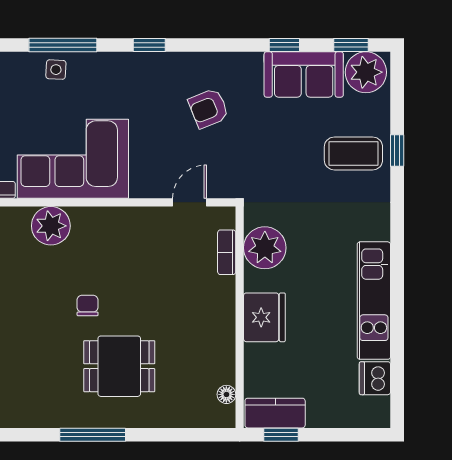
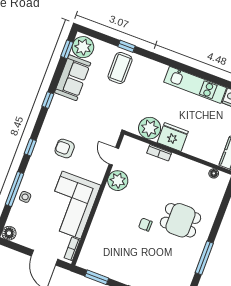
window: (284, 45) -> (48, 100), moved
armchair: (208, 108) -> (65, 149), moved, turned 112
plant: (51, 226) -> (118, 181), moved
bookcase: (227, 252) -> (159, 153), moved
fridge: (264, 317) -> (173, 137), moved
dining table: (119, 366) -> (180, 220), turned 90
window: (93, 435) -> (204, 258), moved

